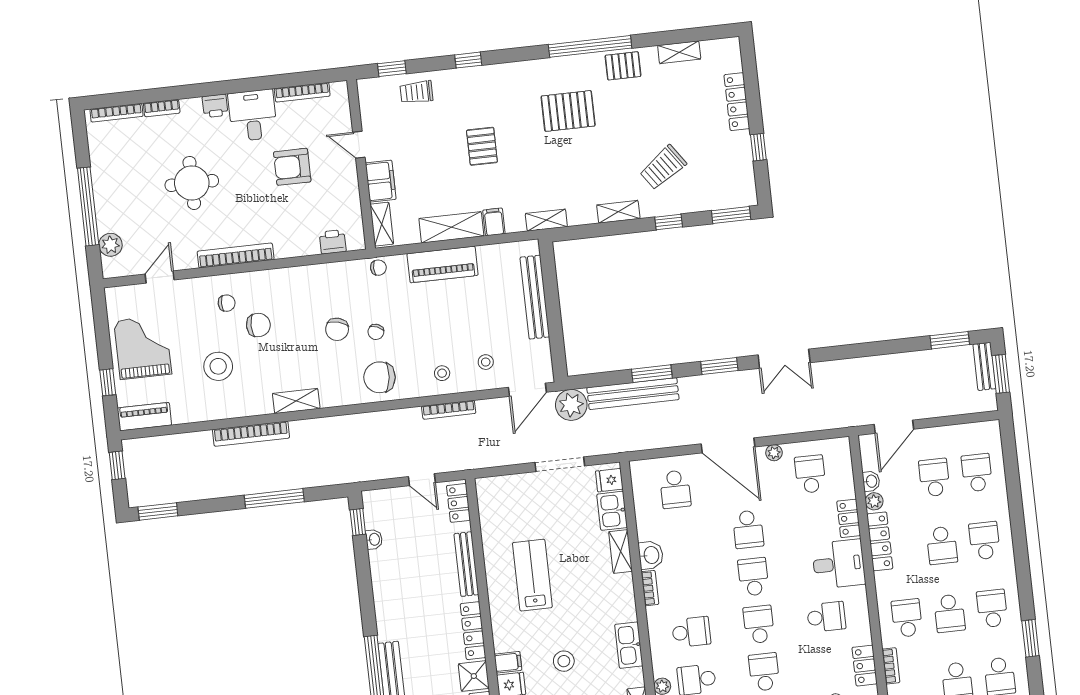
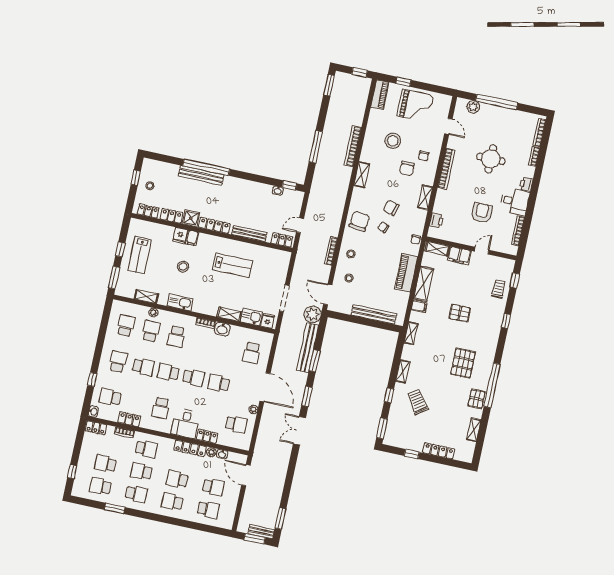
shelving: (298, 276) -> (425, 197), added
door: (728, 445) -> (265, 387), swing flipped
school desk: (675, 489) -> (252, 353), turned -90
school desk: (985, 541) -> (172, 502), turned 180
school desk: (759, 624) -> (168, 372), turned 180

